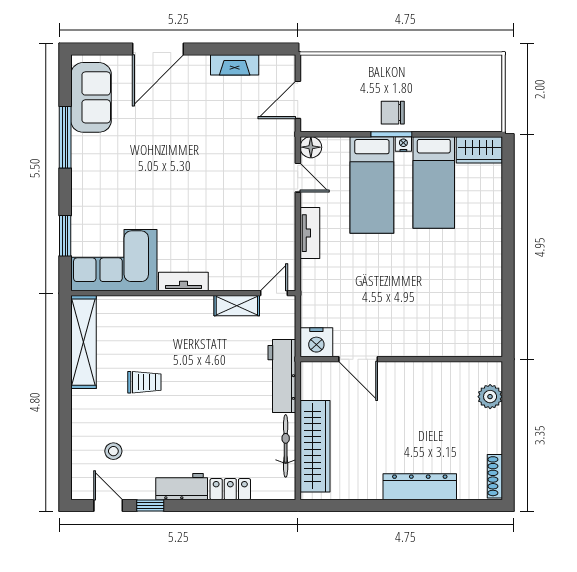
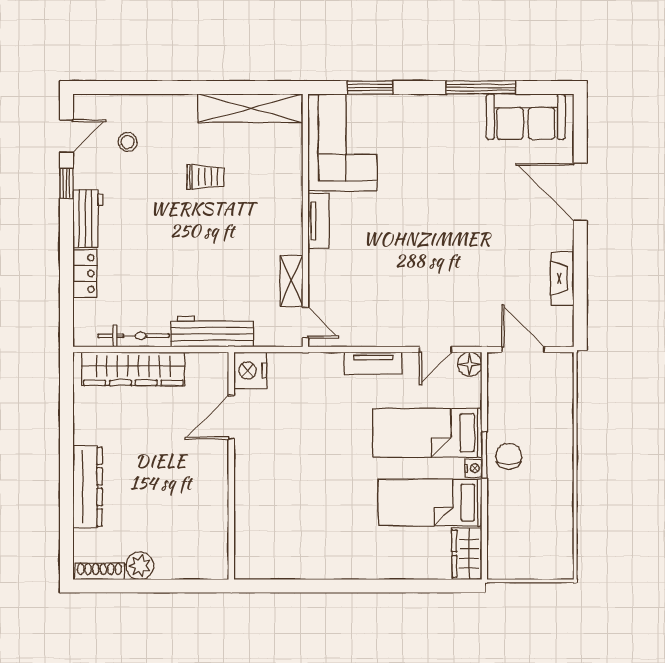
trolley: (144, 382) -> (205, 177), turned -90
plant: (490, 397) -> (140, 566), moved

